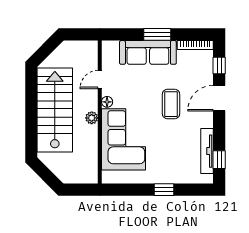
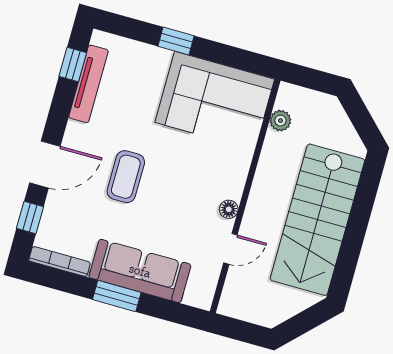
plant: (92, 118) -> (280, 121), moved
corner sofa: (124, 139) -> (215, 101), moved, turned -90

